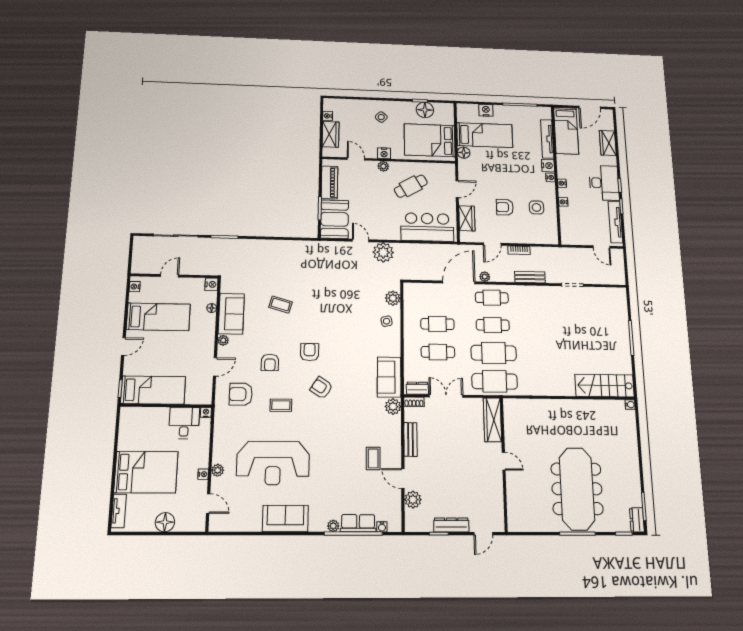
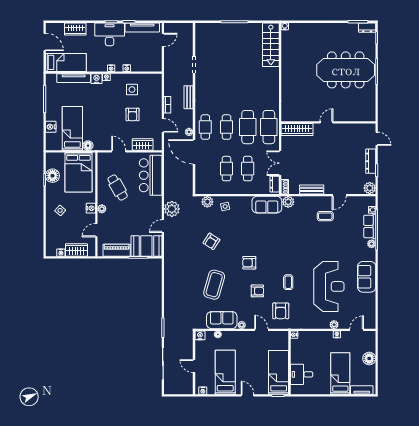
coffee table: (281, 305) -> (214, 285), width x1.86, depth x1.72
armchair: (321, 388) -> (211, 241), moved
desk: (184, 423) -> (302, 374), moved
bed: (146, 472) -> (340, 373), width x0.67
plant: (413, 500) -> (370, 188), moved

